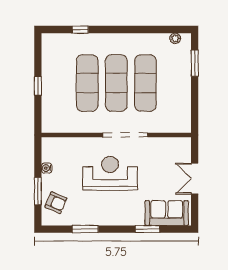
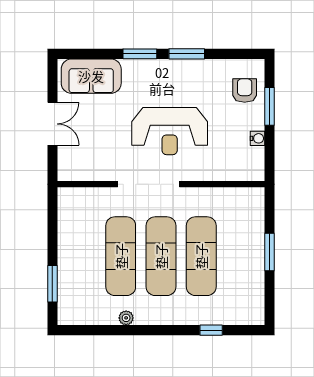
plant: (175, 38) -> (126, 318), moved
window: (38, 86) -> (270, 252), width x1.50
armchair: (56, 203) -> (245, 91), turned 67
window: (85, 229) -> (187, 54), moved
window: (147, 229) -> (140, 54), moved

